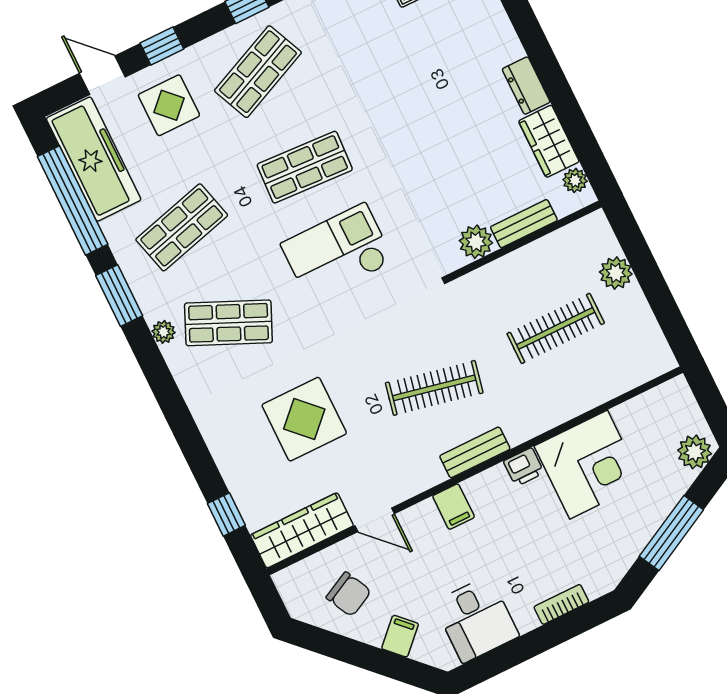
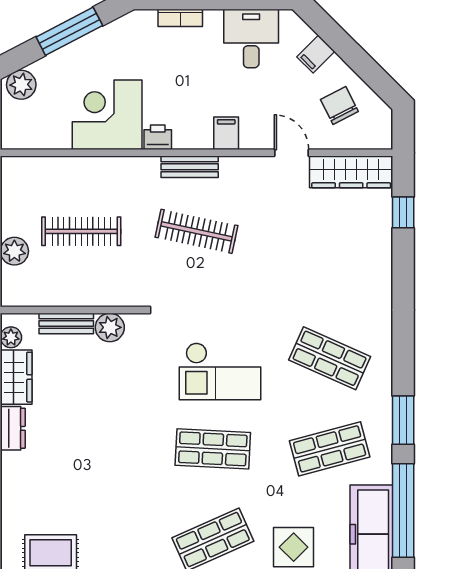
plant: (163, 332) -> (383, 376), removed
display table: (304, 419) -> (308, 256), removed

